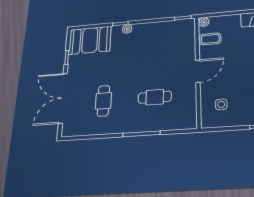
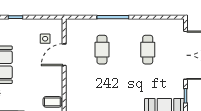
door: (198, 71) -> (64, 55), moved
cafe table: (155, 97) -> (102, 50), turned 90

